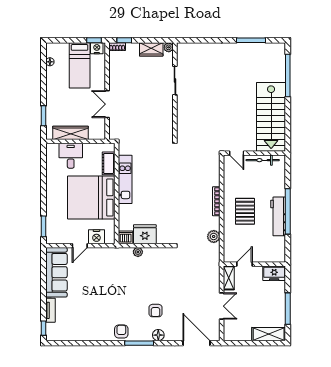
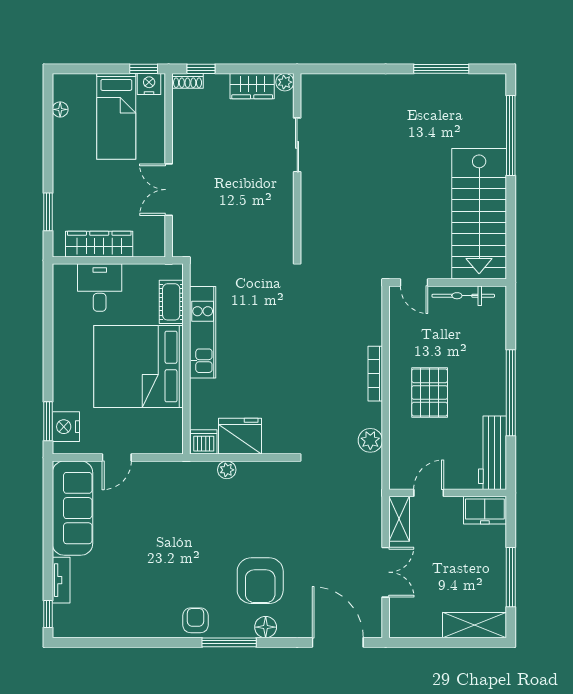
workbench: (278, 216) -> (492, 453), moved
nightstand: (96, 237) -> (66, 427), moved, turned 90
armchair: (156, 311) -> (260, 581), width x1.88, depth x1.88

